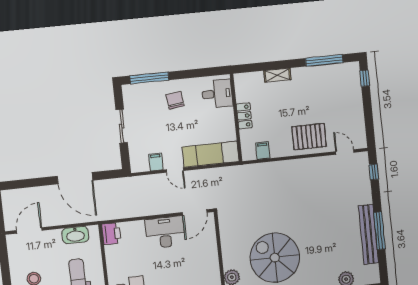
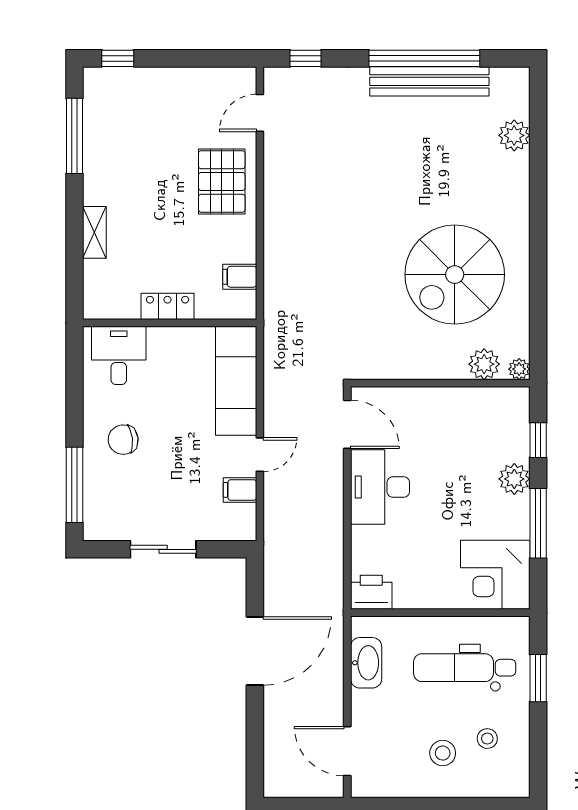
window: (379, 231) -> (424, 58), width x1.46

